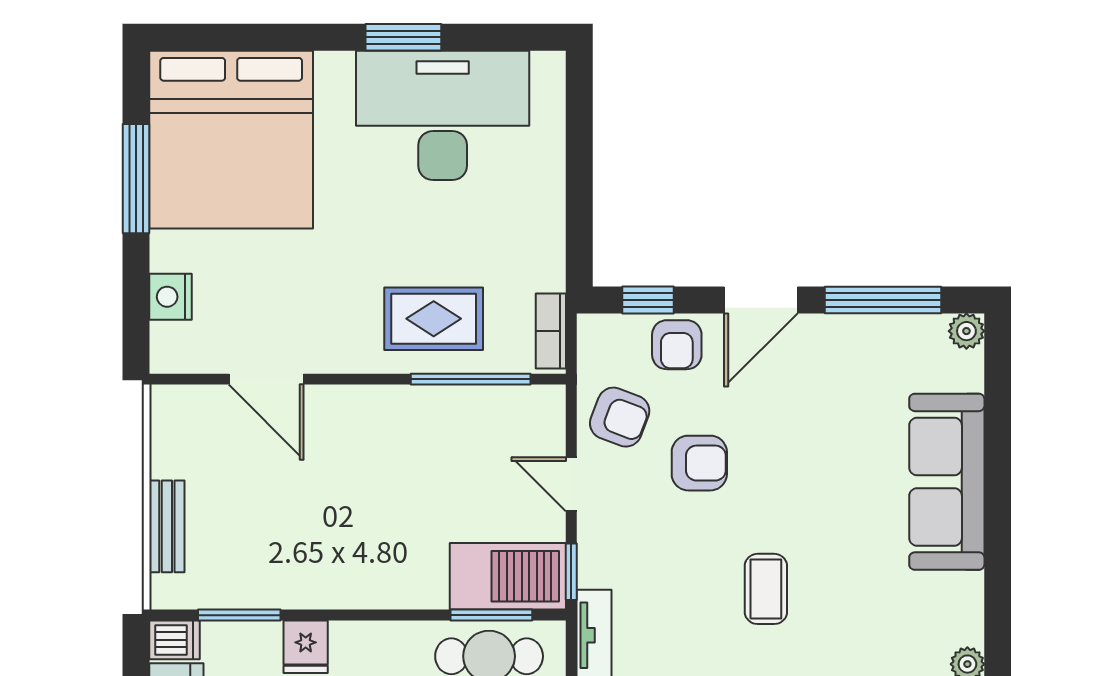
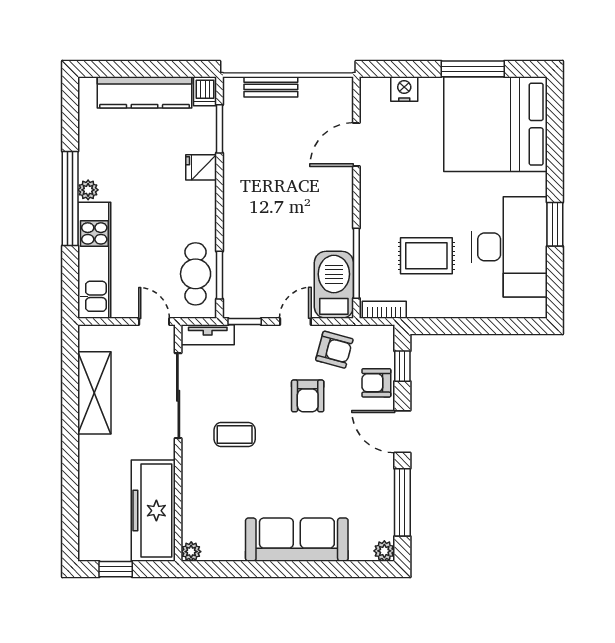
rug: (434, 319) -> (426, 256), moved, turned 90
armchair: (620, 417) -> (334, 350), turned -96
barbecue: (508, 576) -> (334, 285), moved, turned 180

